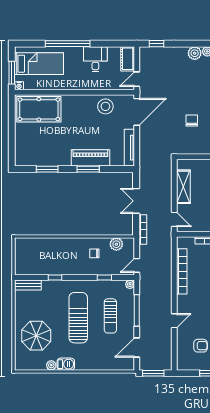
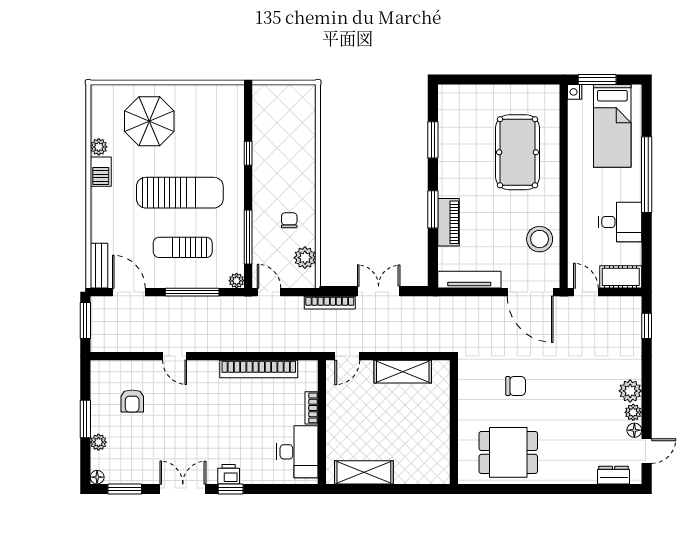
pool table: (39, 109) -> (517, 152), moved
piano: (90, 158) -> (448, 222), width x0.73, depth x0.75
window: (104, 278) -> (248, 237), width x2.17
bench: (28, 285) -> (99, 266), moved

